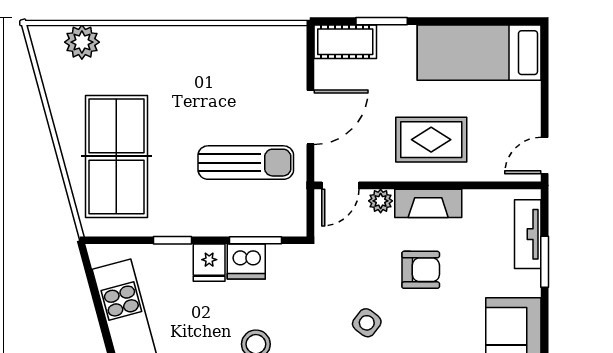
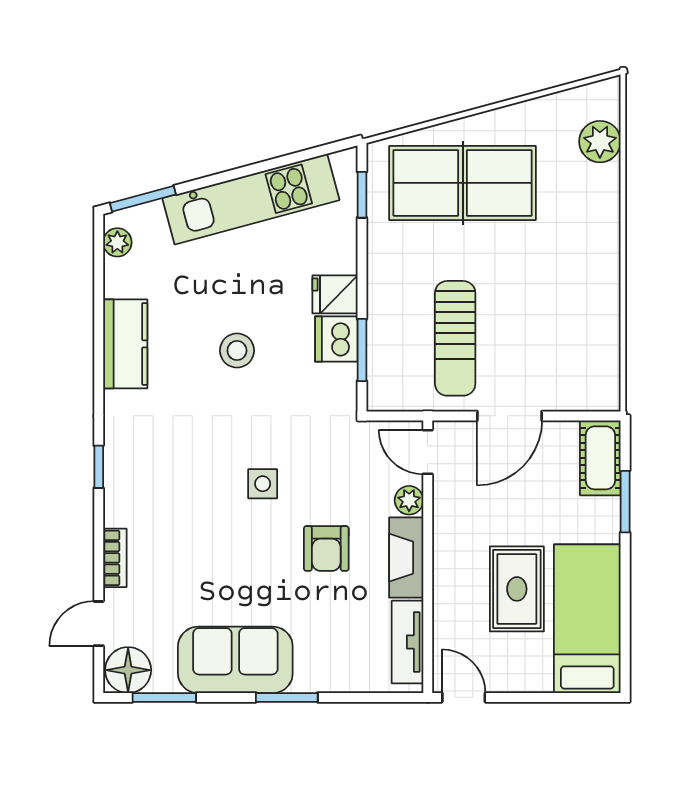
door: (310, 117) -> (510, 416), hinge flipped
rug: (431, 140) -> (517, 589), moved
tv unit: (528, 234) -> (408, 642), moved, turned -90
window: (172, 240) -> (362, 195), moved
window: (545, 262) -> (287, 697), moved
side table: (367, 323) -> (263, 484), turned -38

